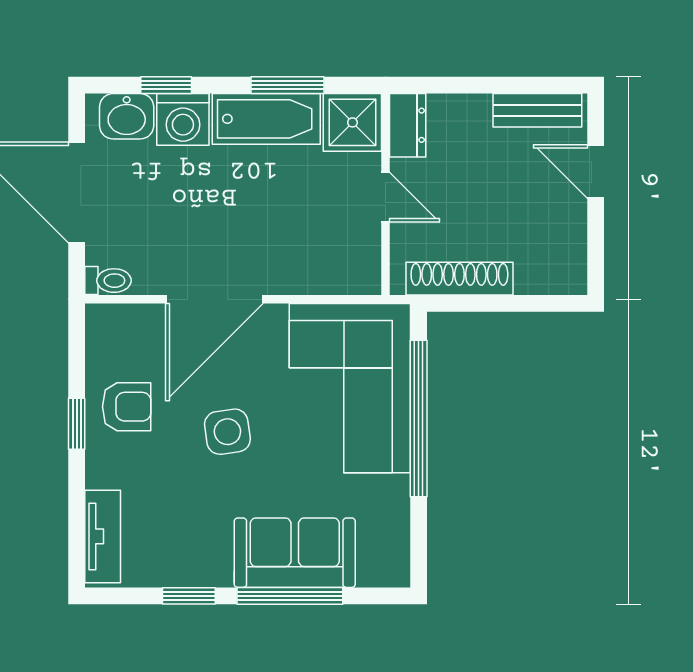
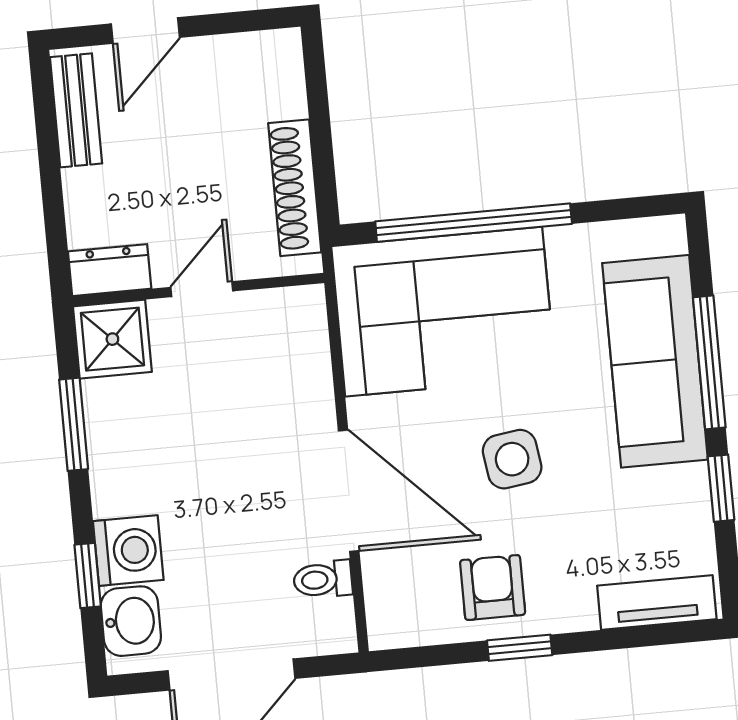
bathtub: (266, 119) -> (118, 447), removed
toilet: (108, 281) -> (323, 579), moved, turned -90
sofa: (295, 553) -> (655, 361), width x1.36

